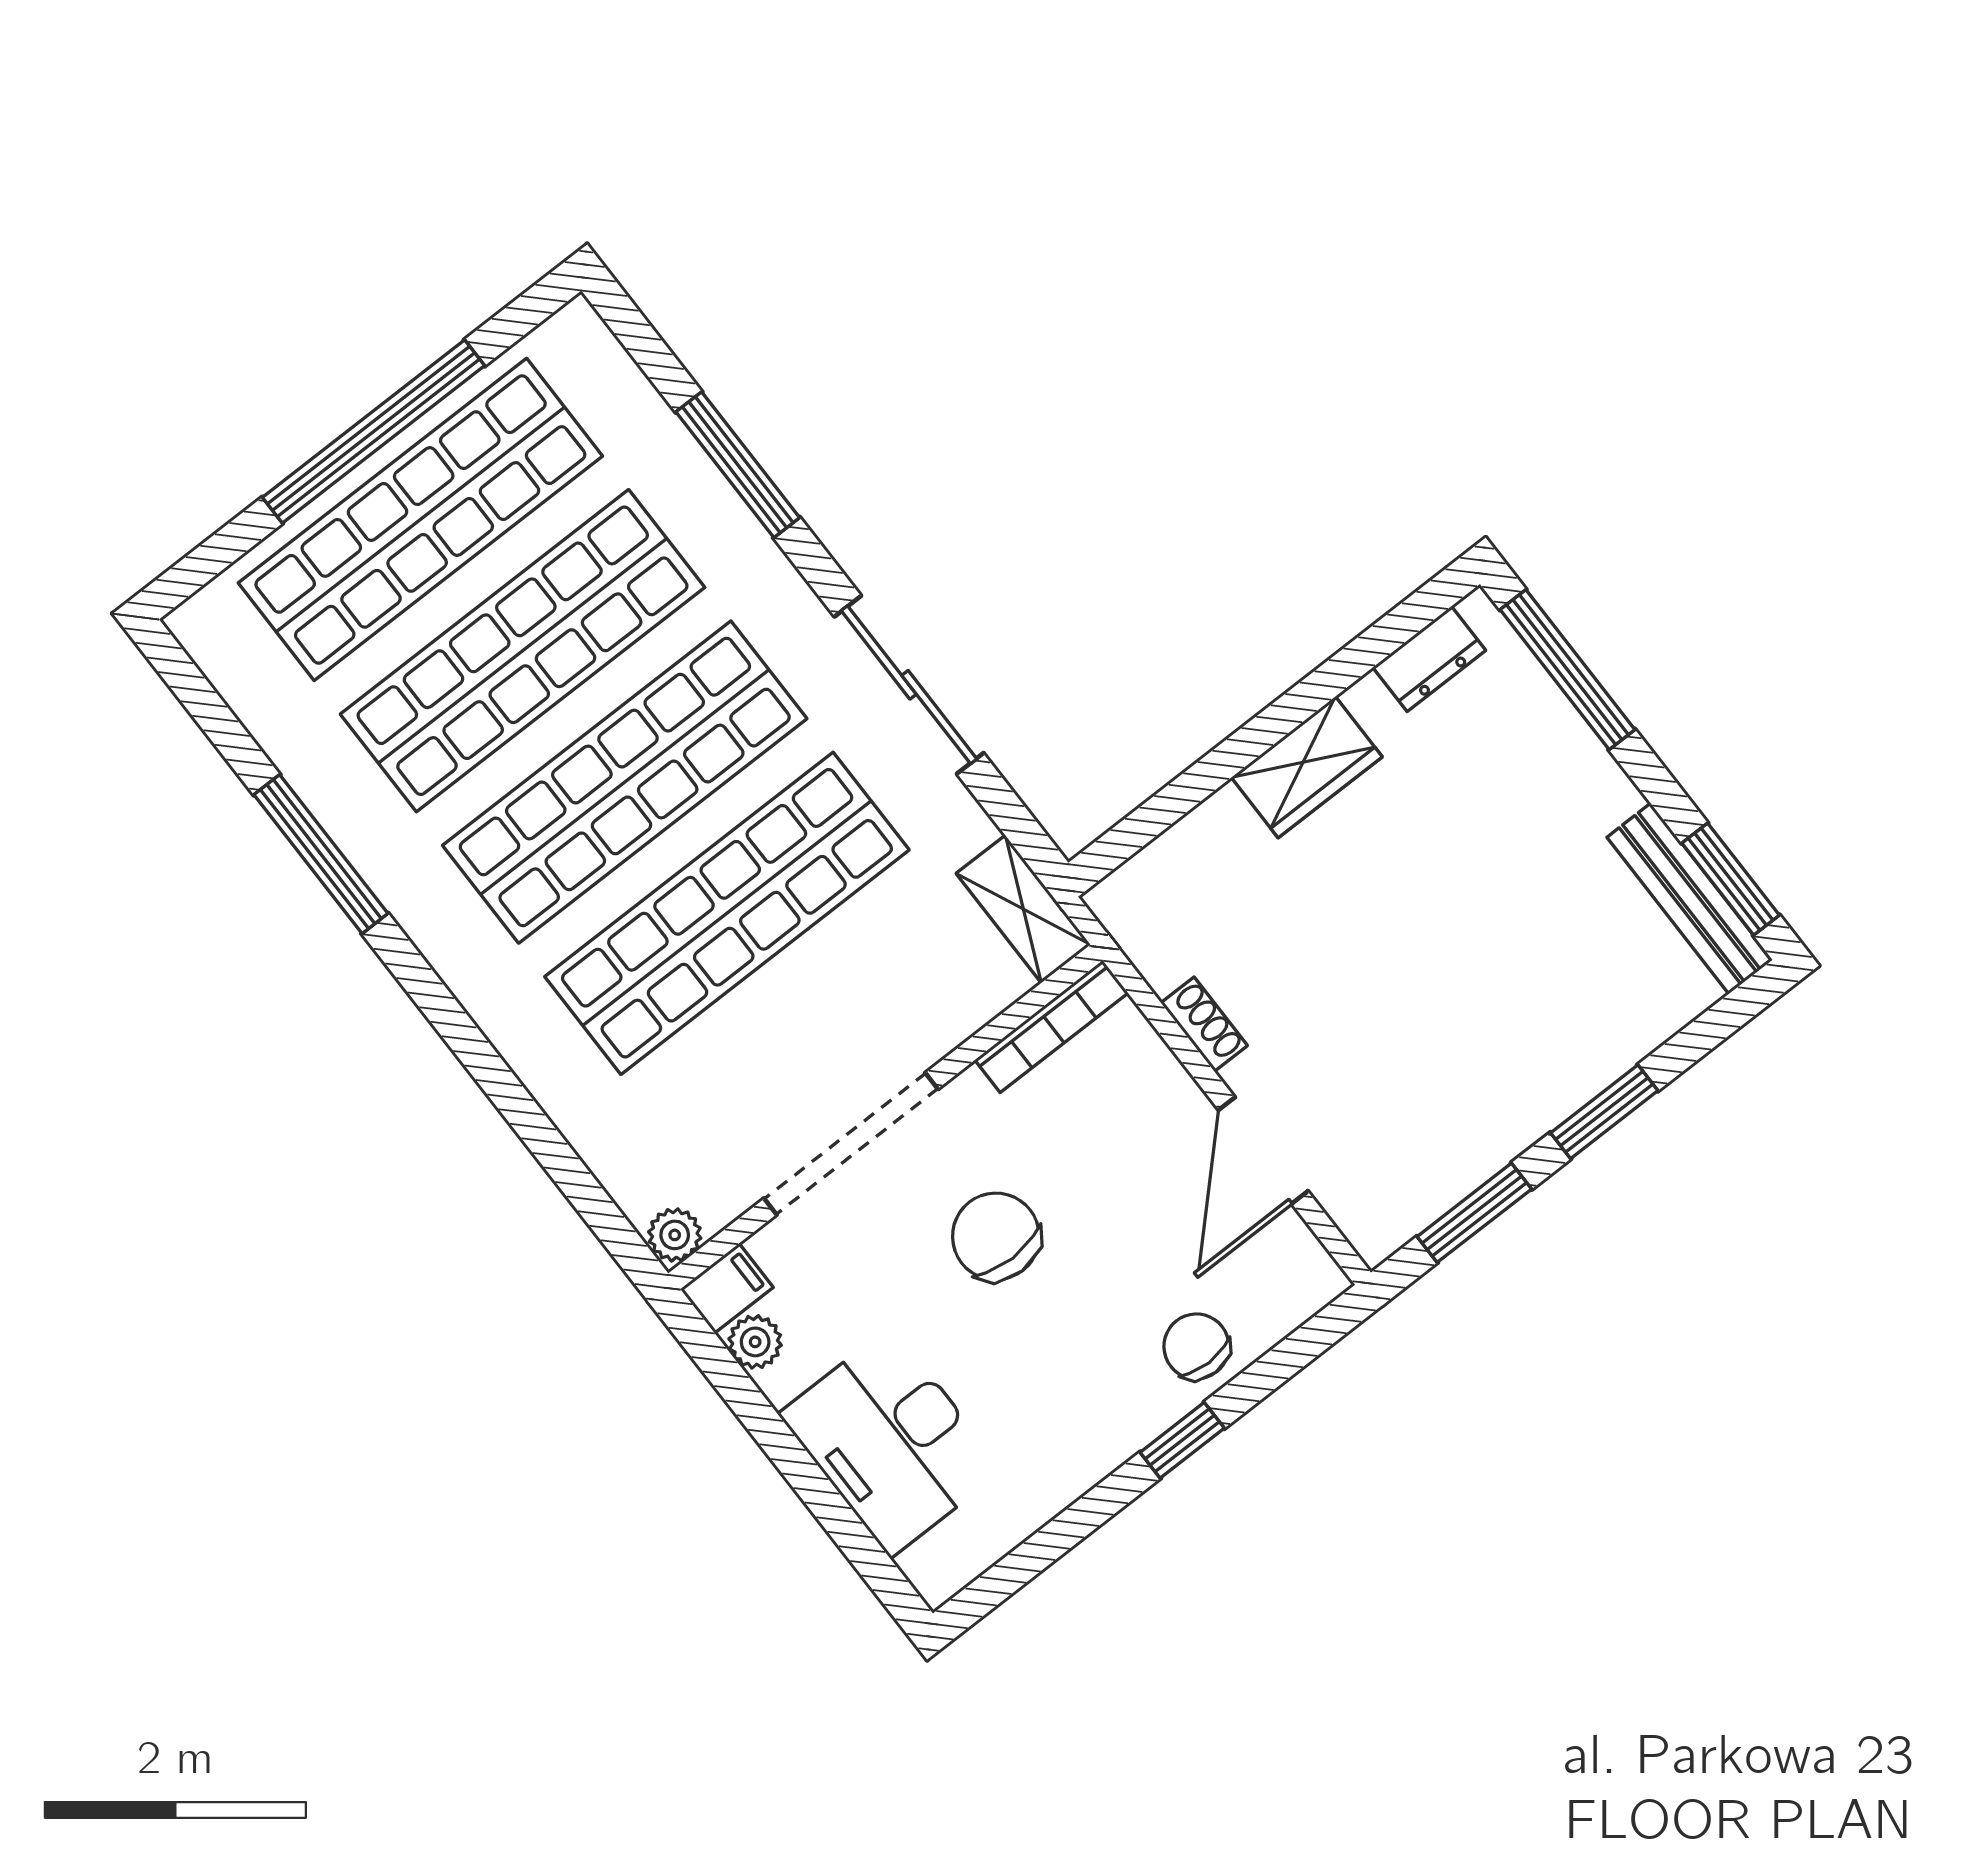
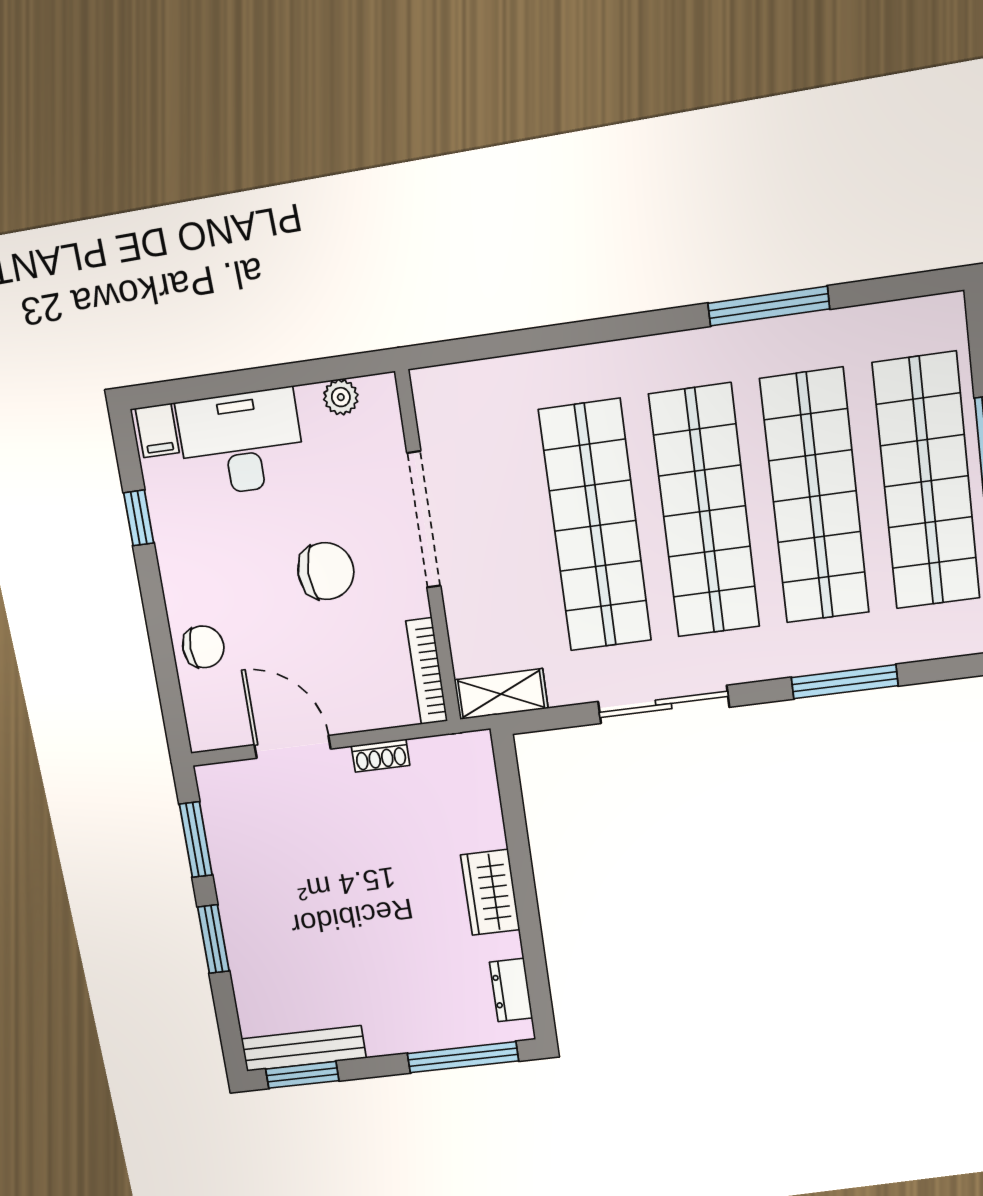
plant: (675, 1235) -> (428, 386), removed
filing cabinet: (727, 1288) -> (157, 430), moved
window: (1182, 1440) -> (139, 518), moved

